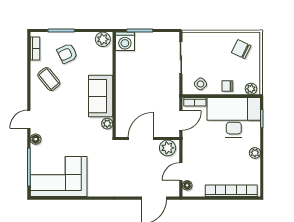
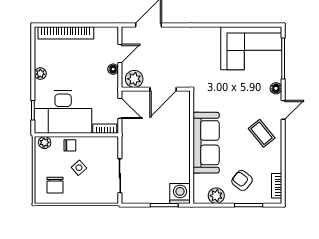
plant: (103, 39) -> (216, 196), moved
chair: (241, 49) -> (55, 185), turned 64
armchair: (67, 53) -> (242, 180), turned -116
coffee table: (49, 79) -> (262, 133), moved
side table: (201, 84) -> (79, 168), moved
sofa: (101, 96) -> (206, 143), width x1.36
door: (181, 120) -> (120, 108), swing flipped
plant: (107, 124) -> (199, 105), removed
floor lamp: (187, 185) -> (113, 69), moved

